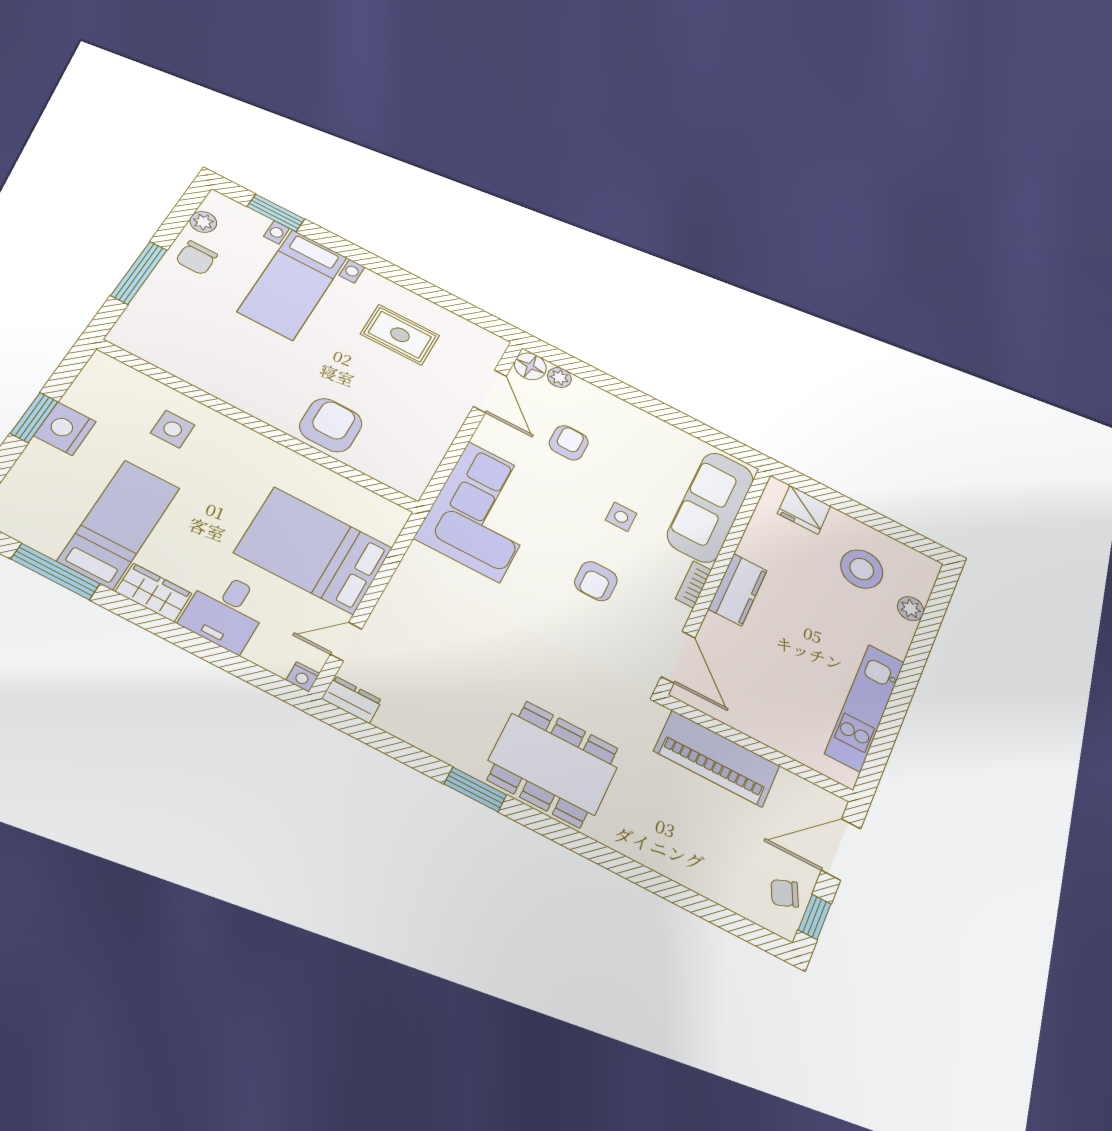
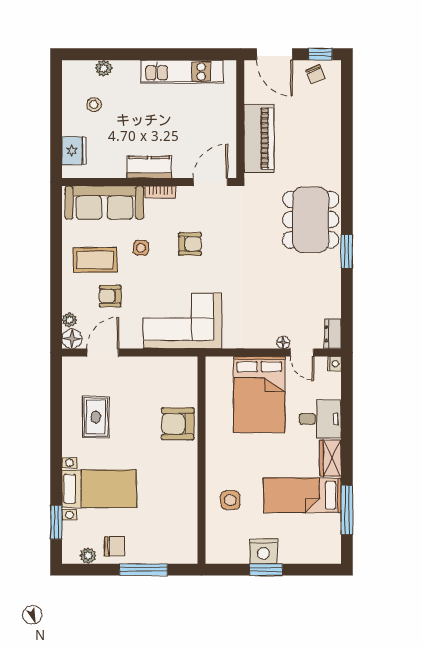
coffee table: (631, 452) -> (95, 260), added
stool: (862, 569) -> (94, 105), width x0.53, depth x0.53
floor lamp: (377, 625) -> (283, 342), added

